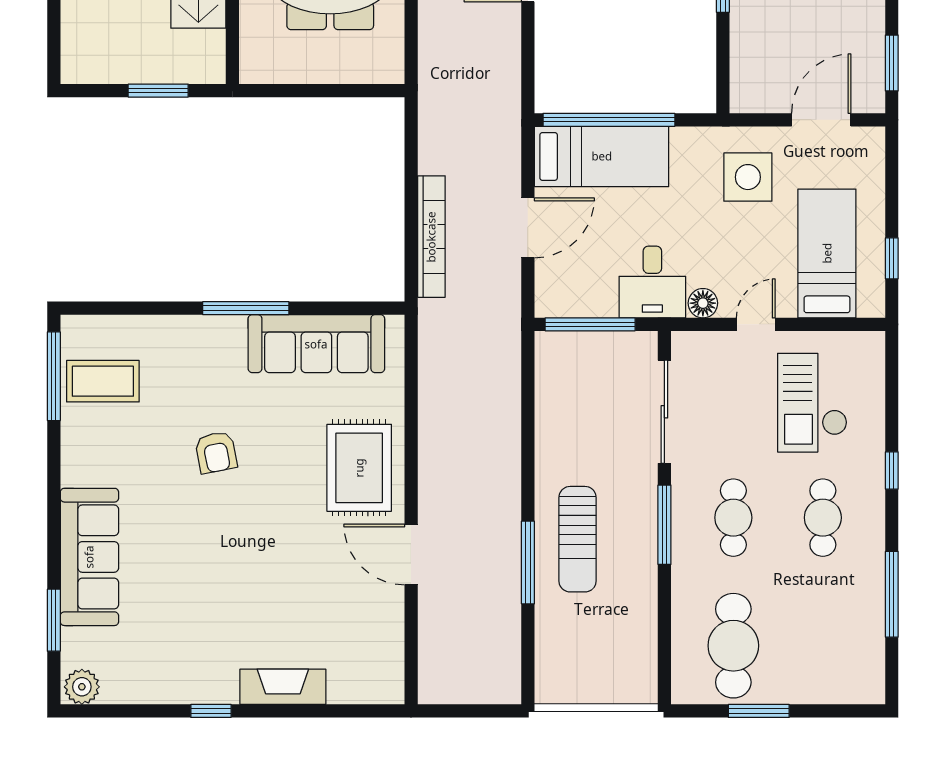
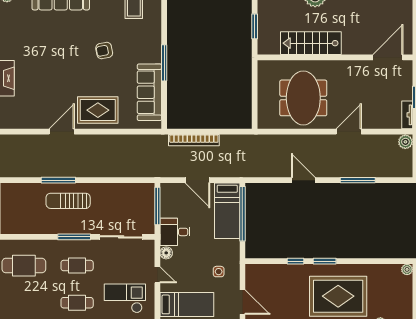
side table: (748, 177) -> (219, 272), width x0.54, depth x0.54

